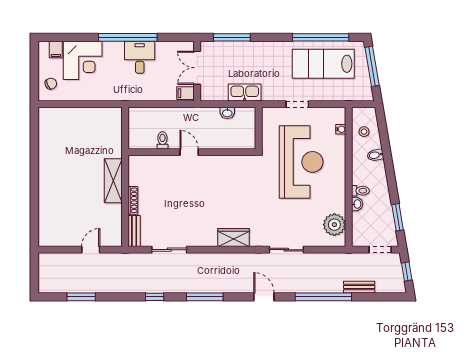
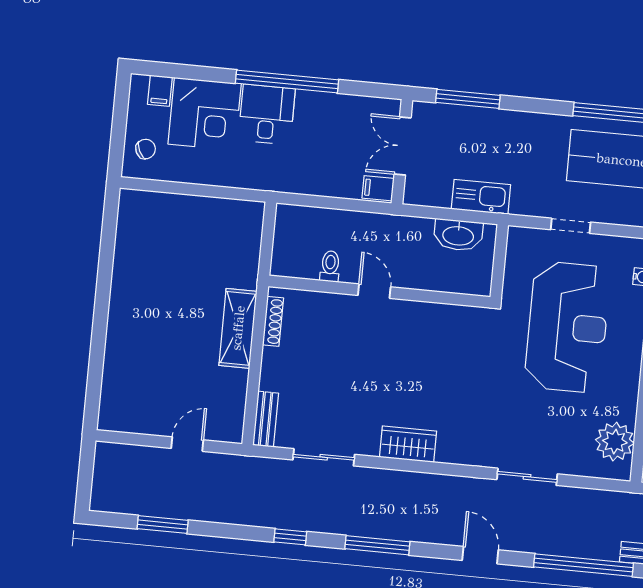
desk: (140, 57) -> (267, 114), moved
washbasin: (227, 113) -> (458, 235), width x1.91, depth x1.45
shoe rack: (133, 200) -> (273, 321), moved
wardrobe: (233, 237) -> (408, 444), moved

